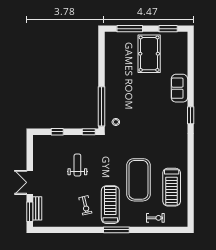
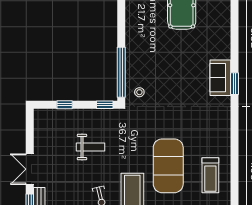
sofa: (179, 88) -> (220, 78), moved
weight bench: (77, 165) -> (90, 147), turned 90
treadmill: (172, 187) -> (210, 175), width x0.73, depth x0.73

